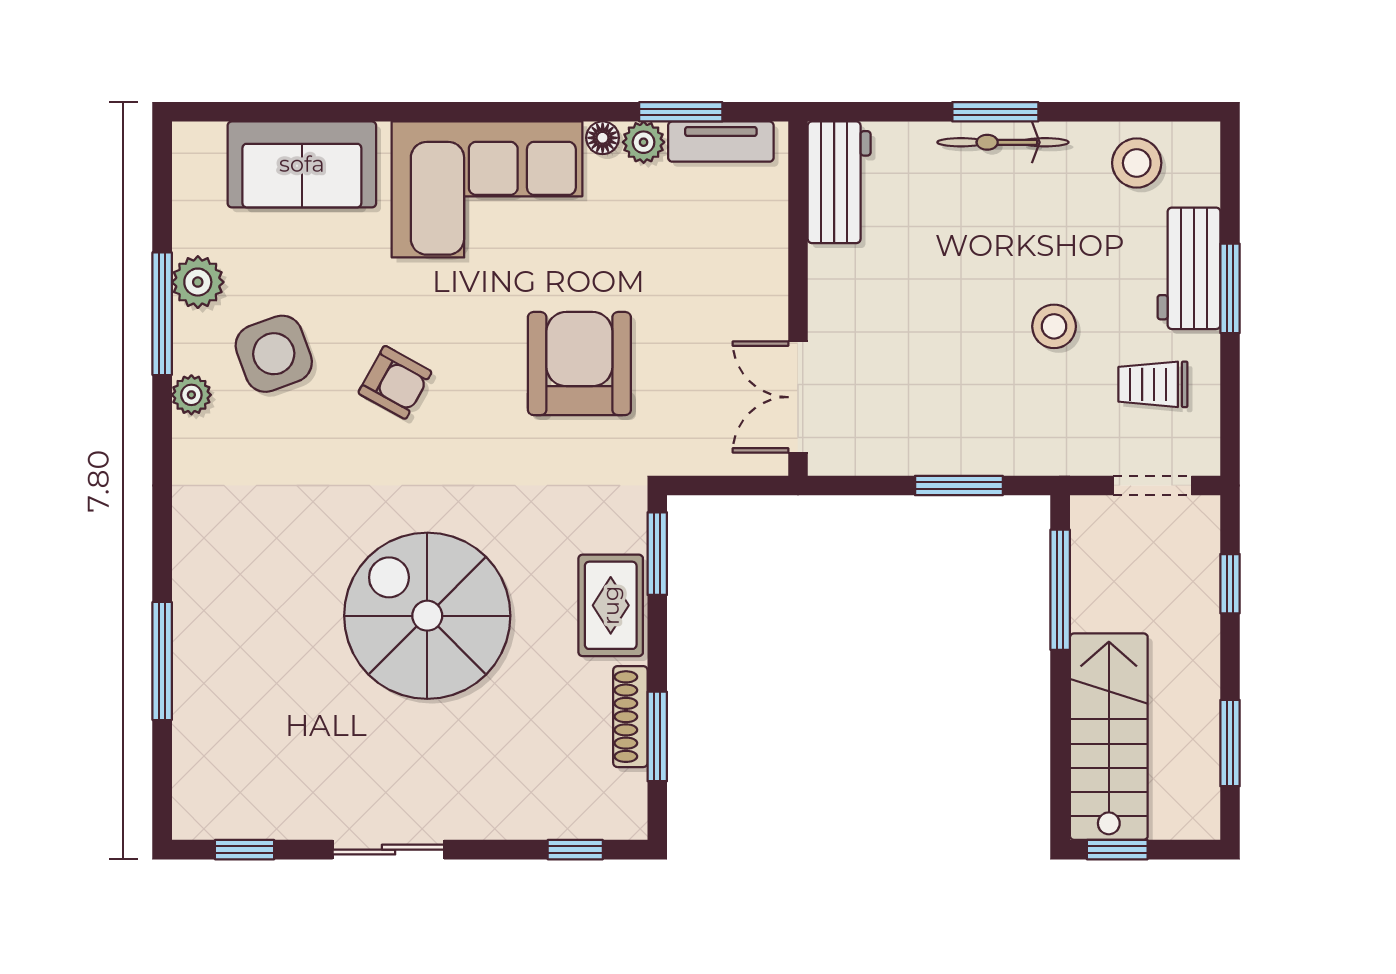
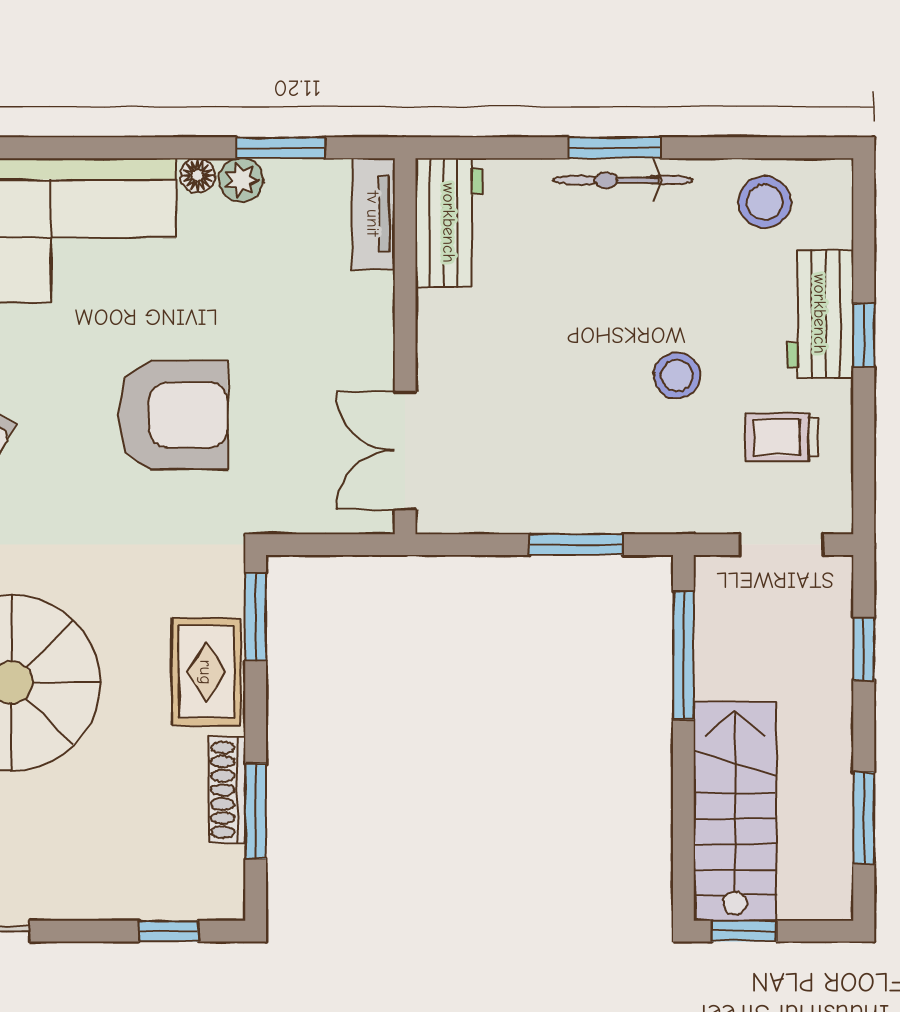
tv unit: (721, 142) -> (373, 214), moved, turned 90
window: (1230, 288) -> (864, 335), width x0.67
armchair: (579, 364) -> (173, 415), turned 90

